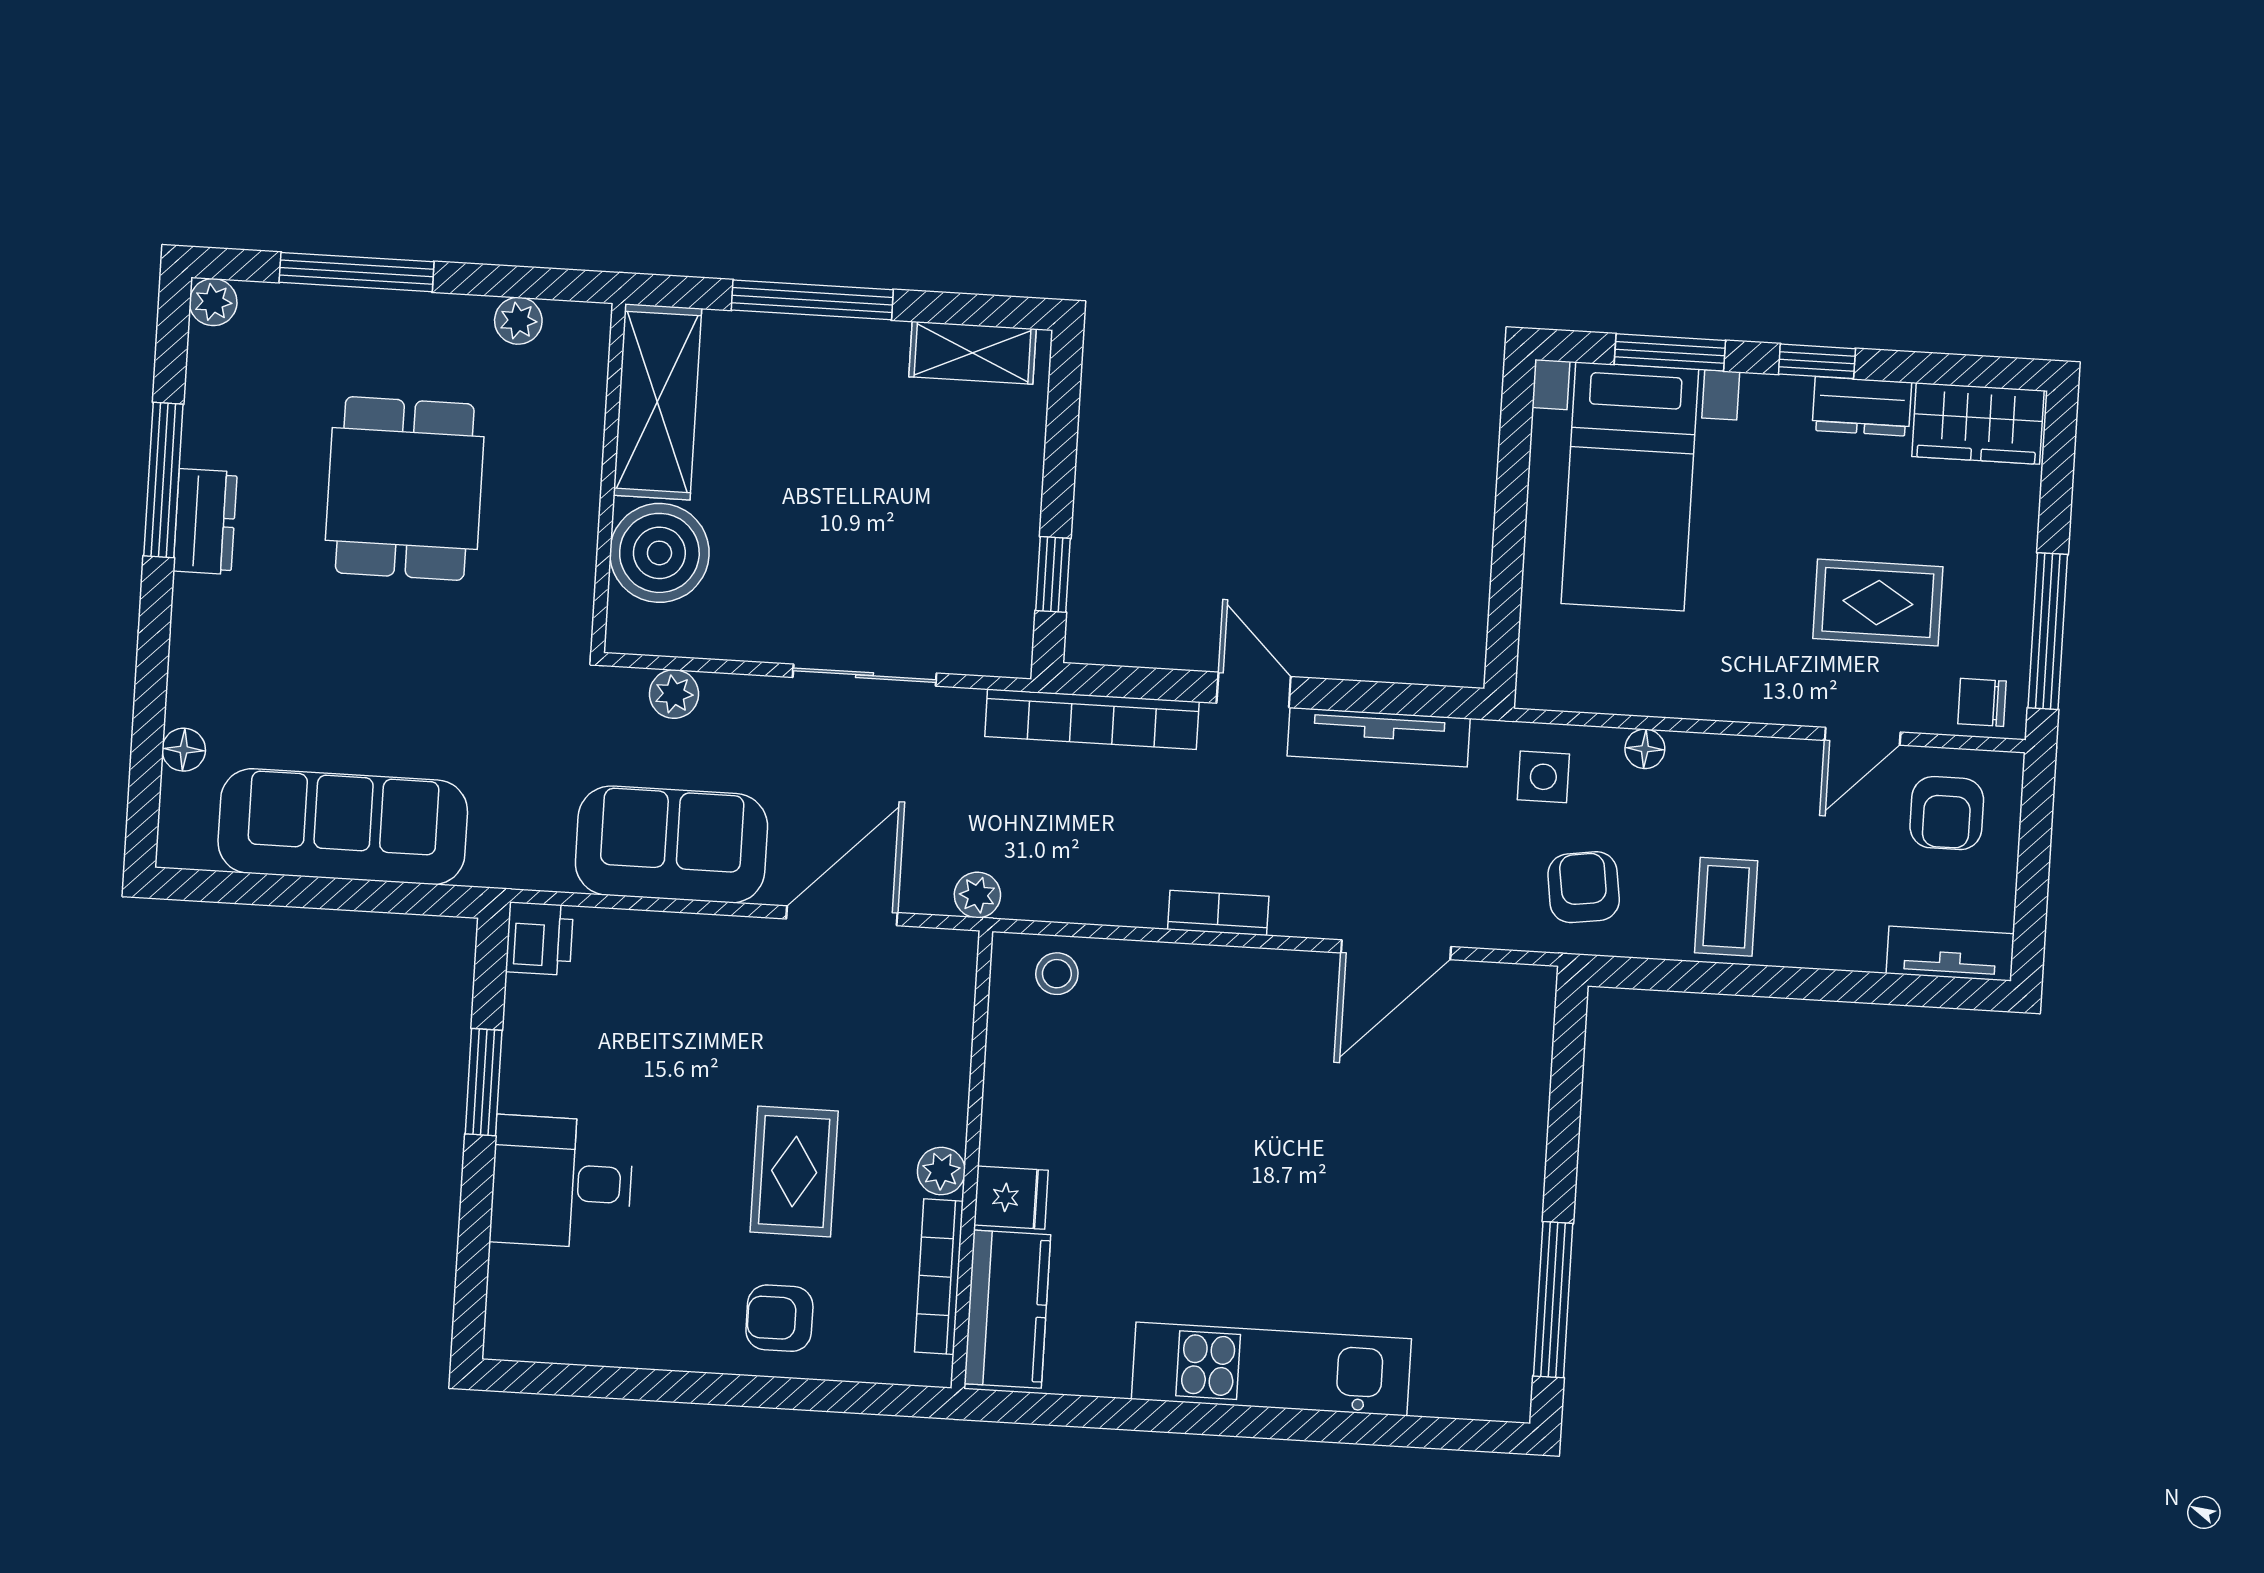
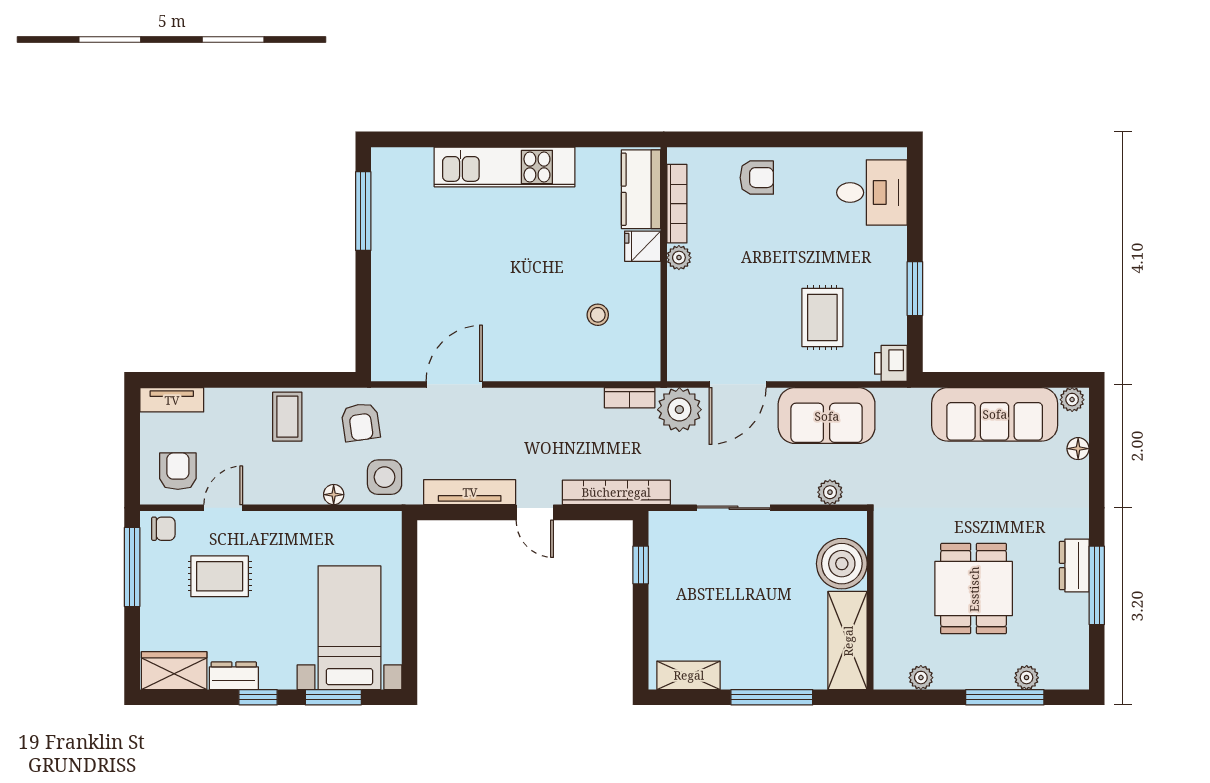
plant: (213, 302) -> (1027, 678), moved
side table: (1543, 777) -> (385, 477), width x1.37, depth x1.37
plant: (189, 846) -> (1072, 400), added
plant: (977, 895) -> (679, 410), width x1.88, depth x1.88
bookcase: (1218, 913) -> (630, 398), moved
stool: (1057, 974) -> (598, 315), moved
rug: (794, 1172) -> (822, 317), moved
desk: (562, 1182) -> (872, 193), moved

